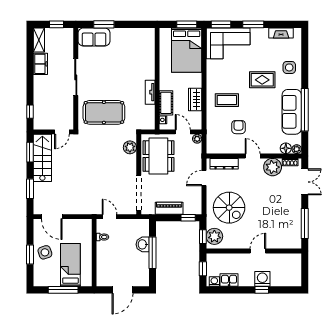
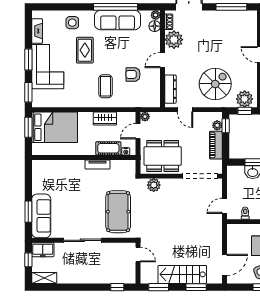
sofa: (94, 37) -> (41, 216), width x1.36
corner sofa: (228, 43) -> (48, 67), moved
freezer: (40, 64) -> (43, 250), moved, turned 180
stairs: (42, 158) -> (182, 274), moved
plant: (189, 210) -> (217, 125), added

